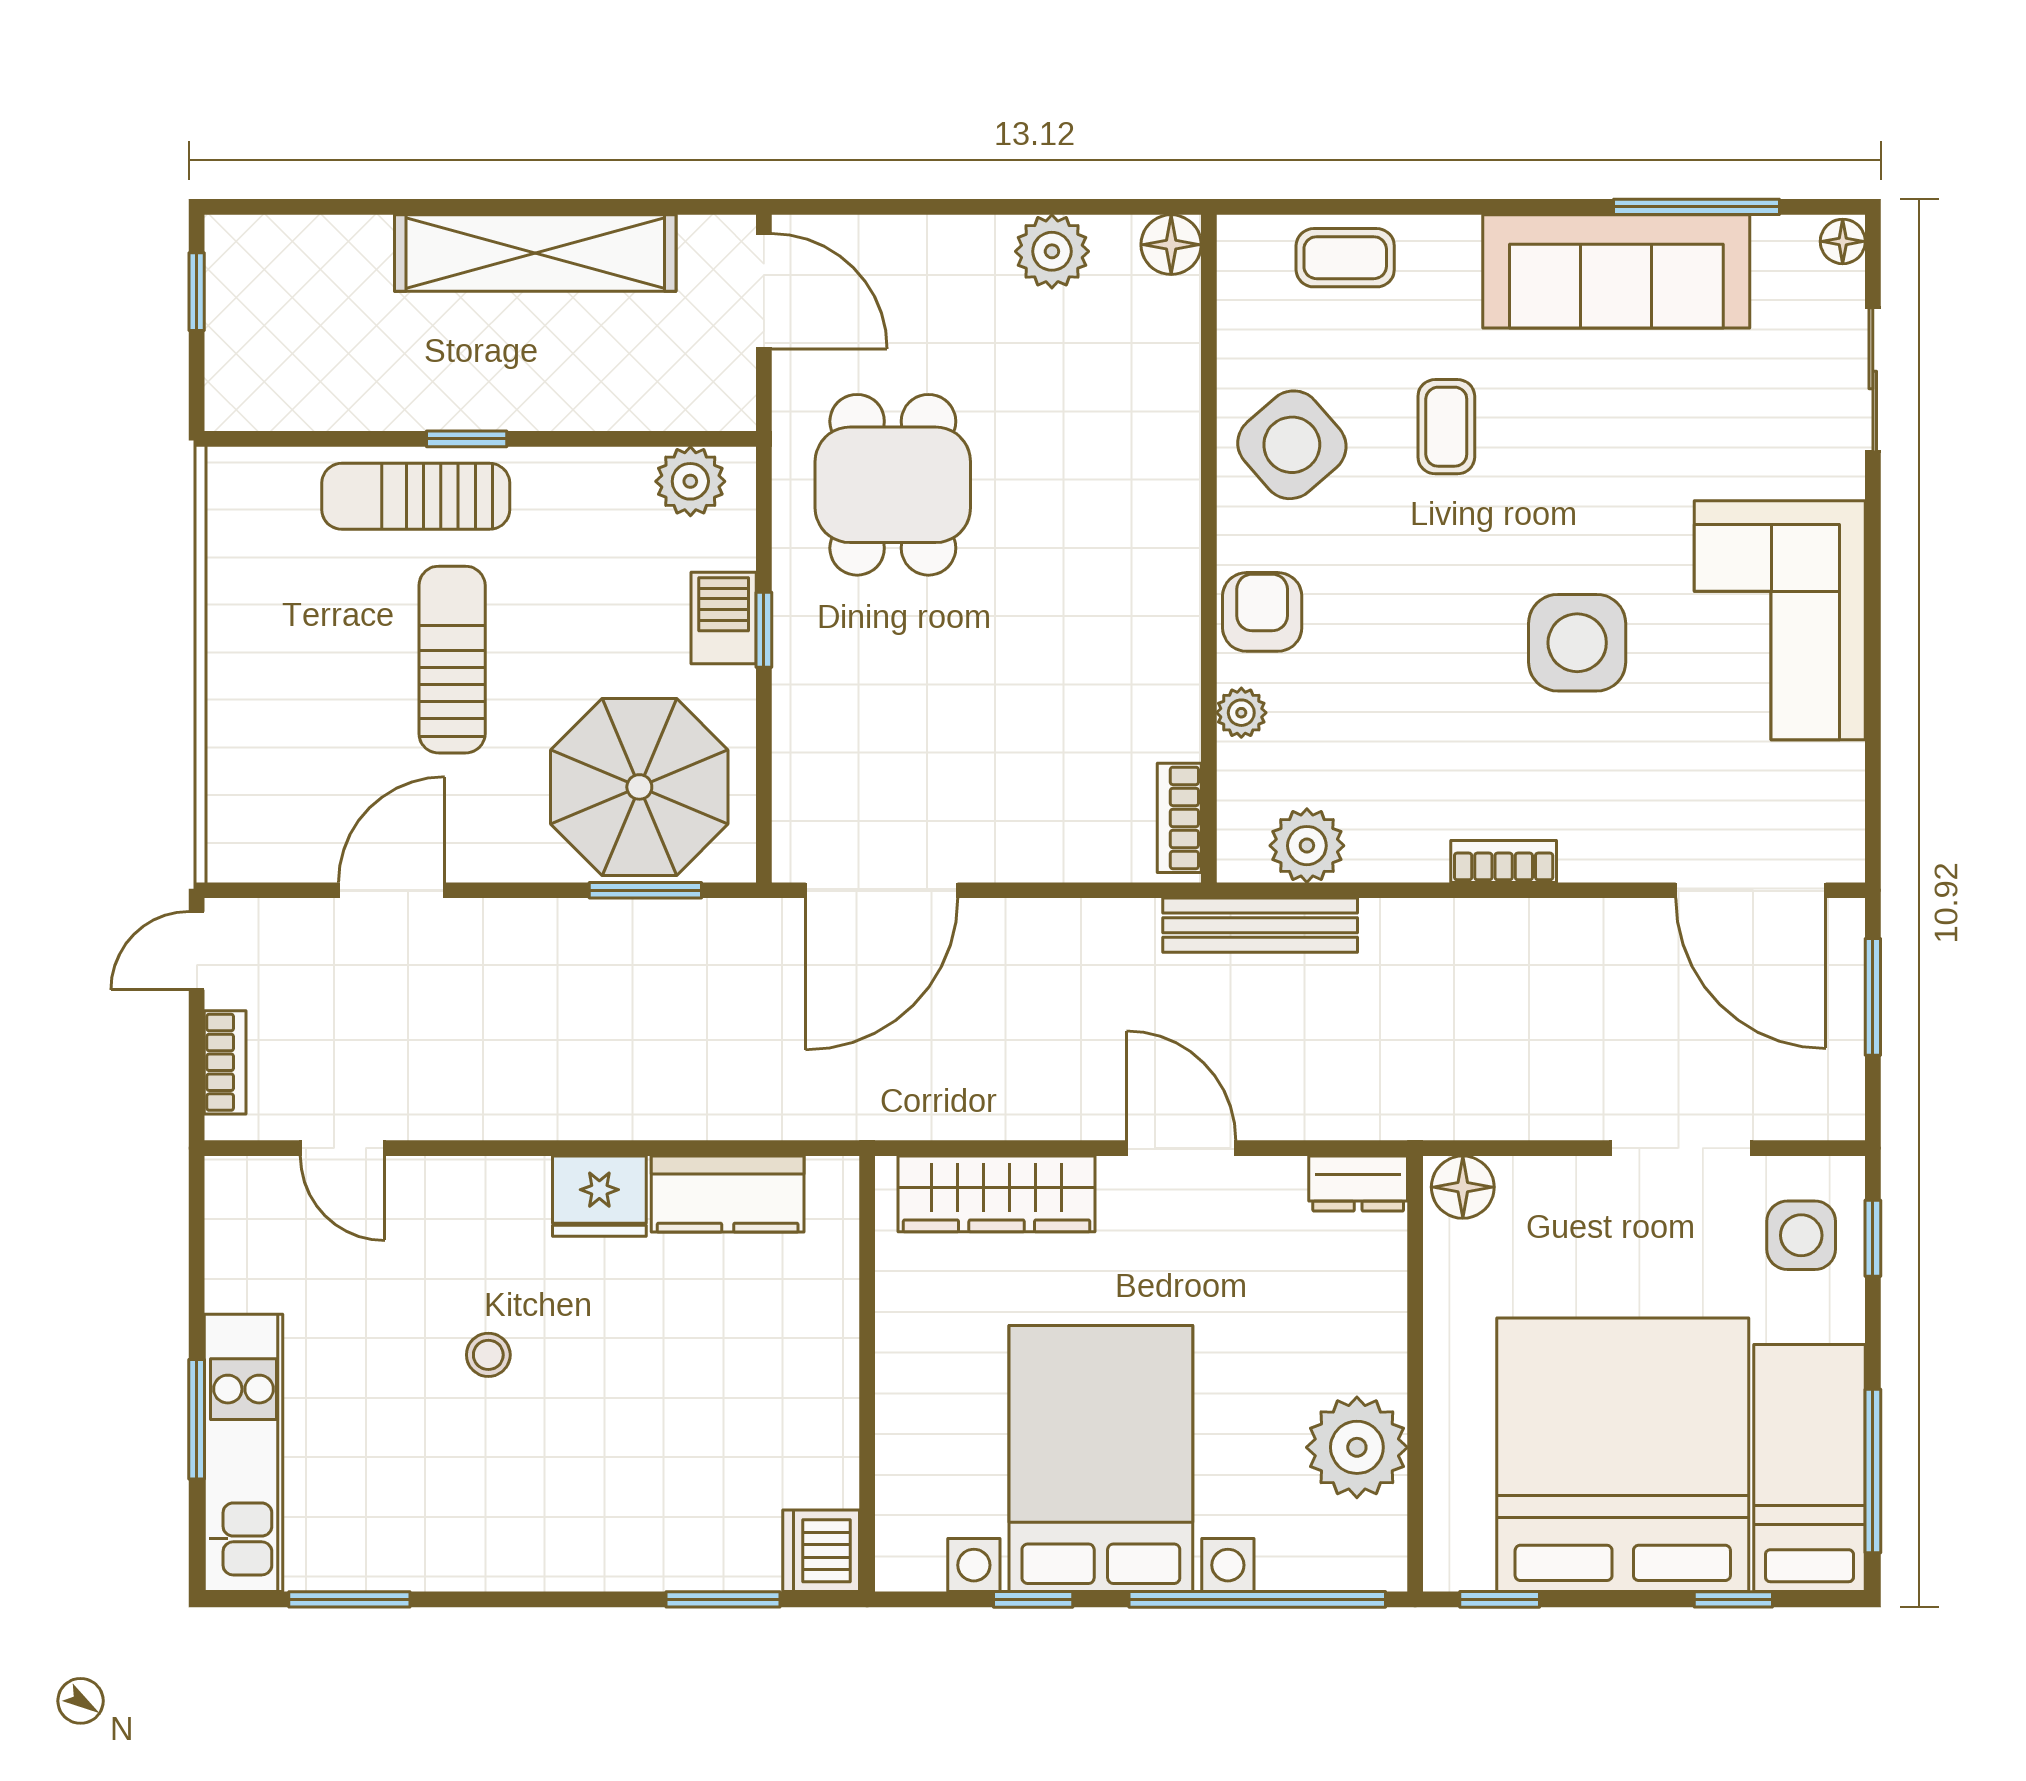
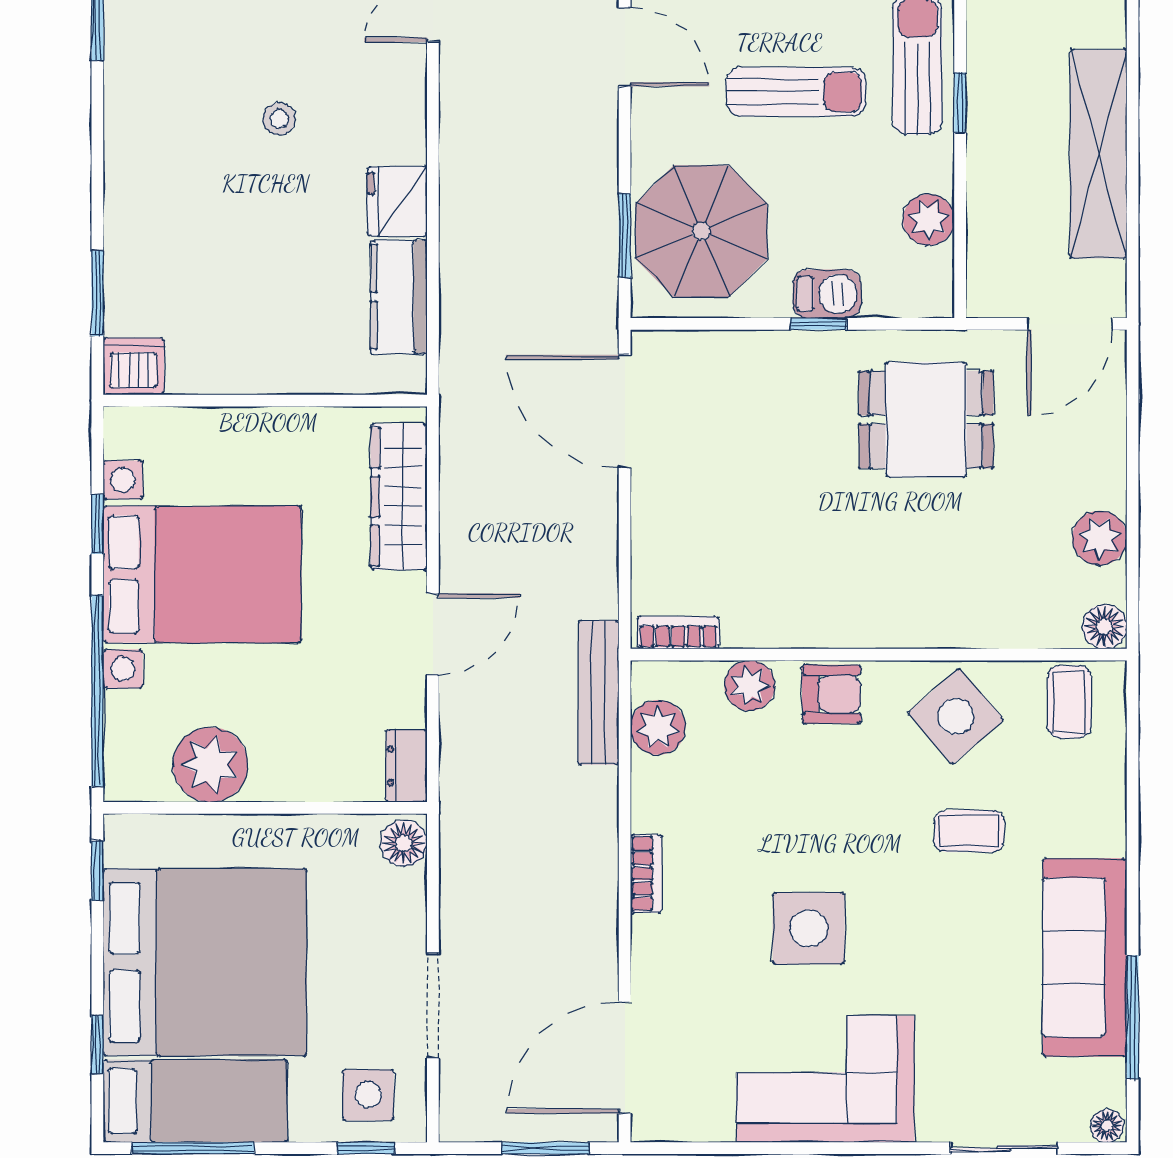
coffee table: (1345, 258) -> (1069, 702), moved
plant: (690, 481) -> (929, 220), moved
plant: (1241, 713) -> (750, 686), width x1.38, depth x1.38

